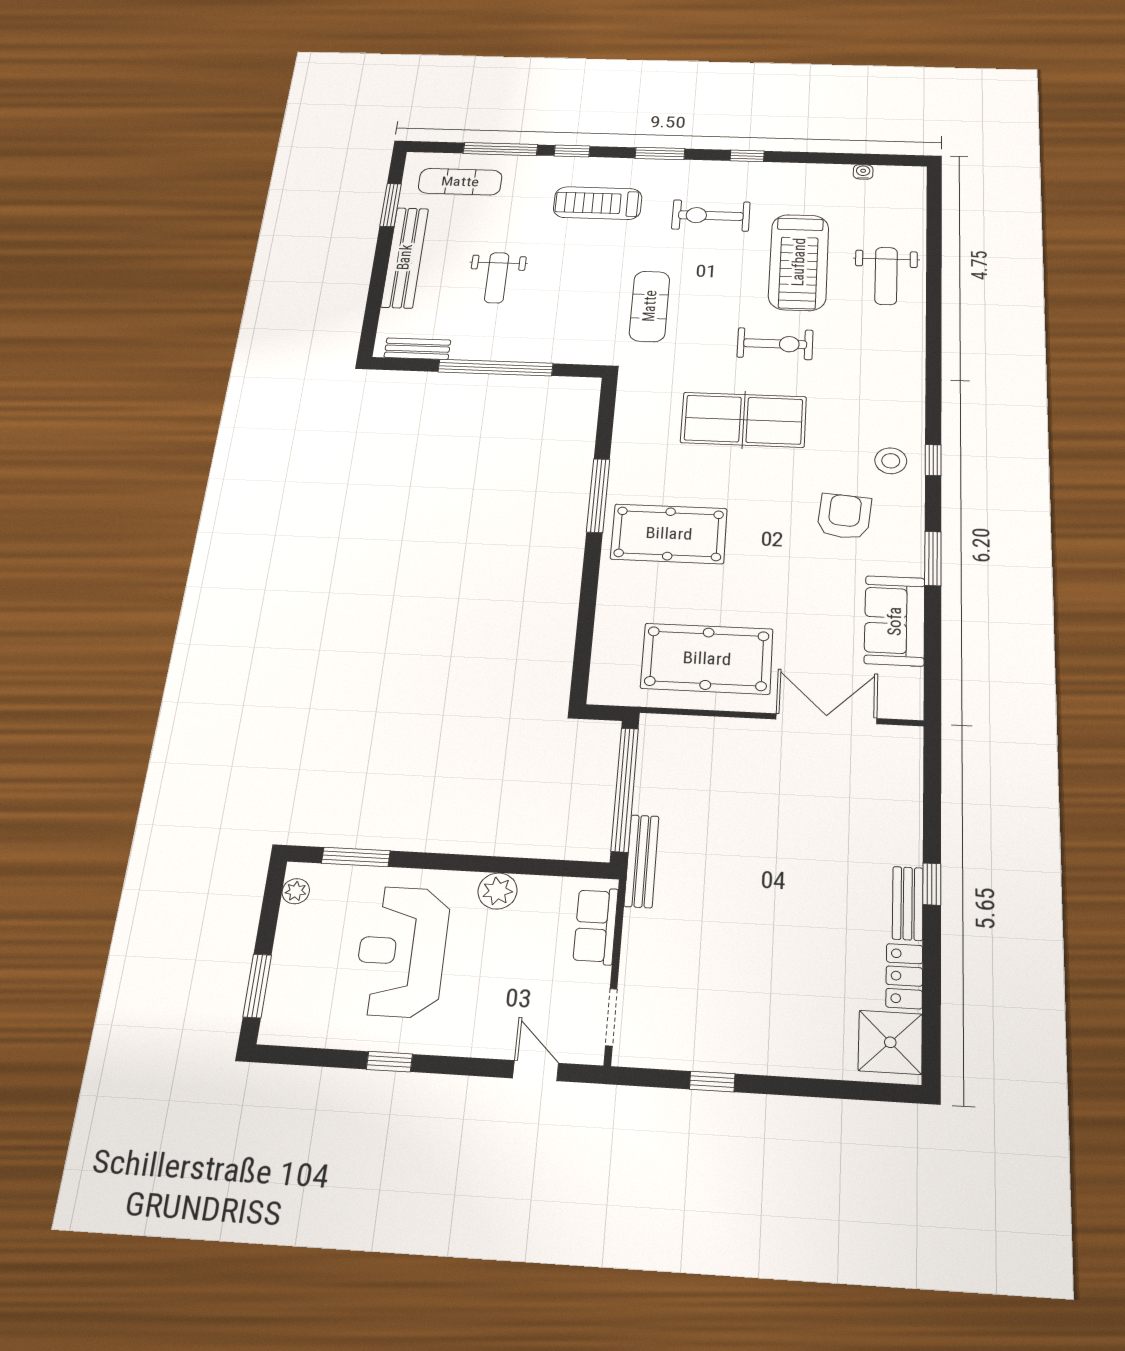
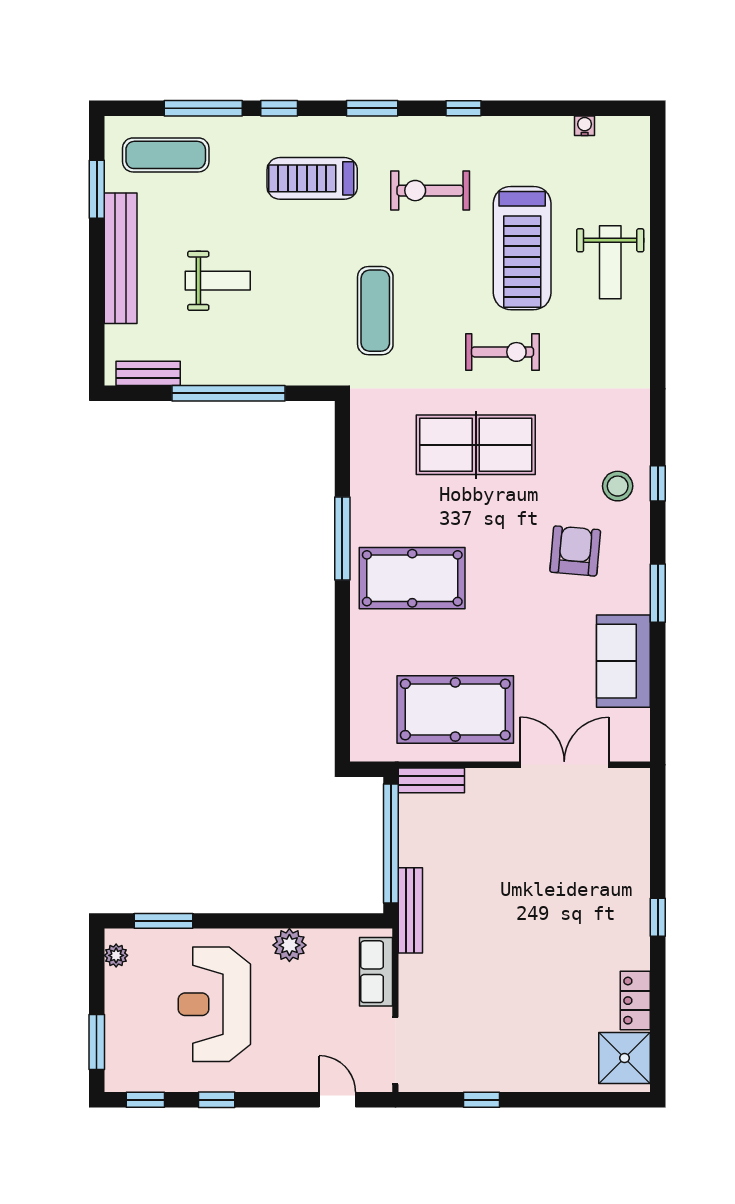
weight bench: (497, 278) -> (218, 281), turned -90
bench: (908, 903) -> (431, 780), moved, turned 90
doorway: (611, 1017) -> (395, 1051), width x1.38
window: (304, 1056) -> (145, 1100), added

